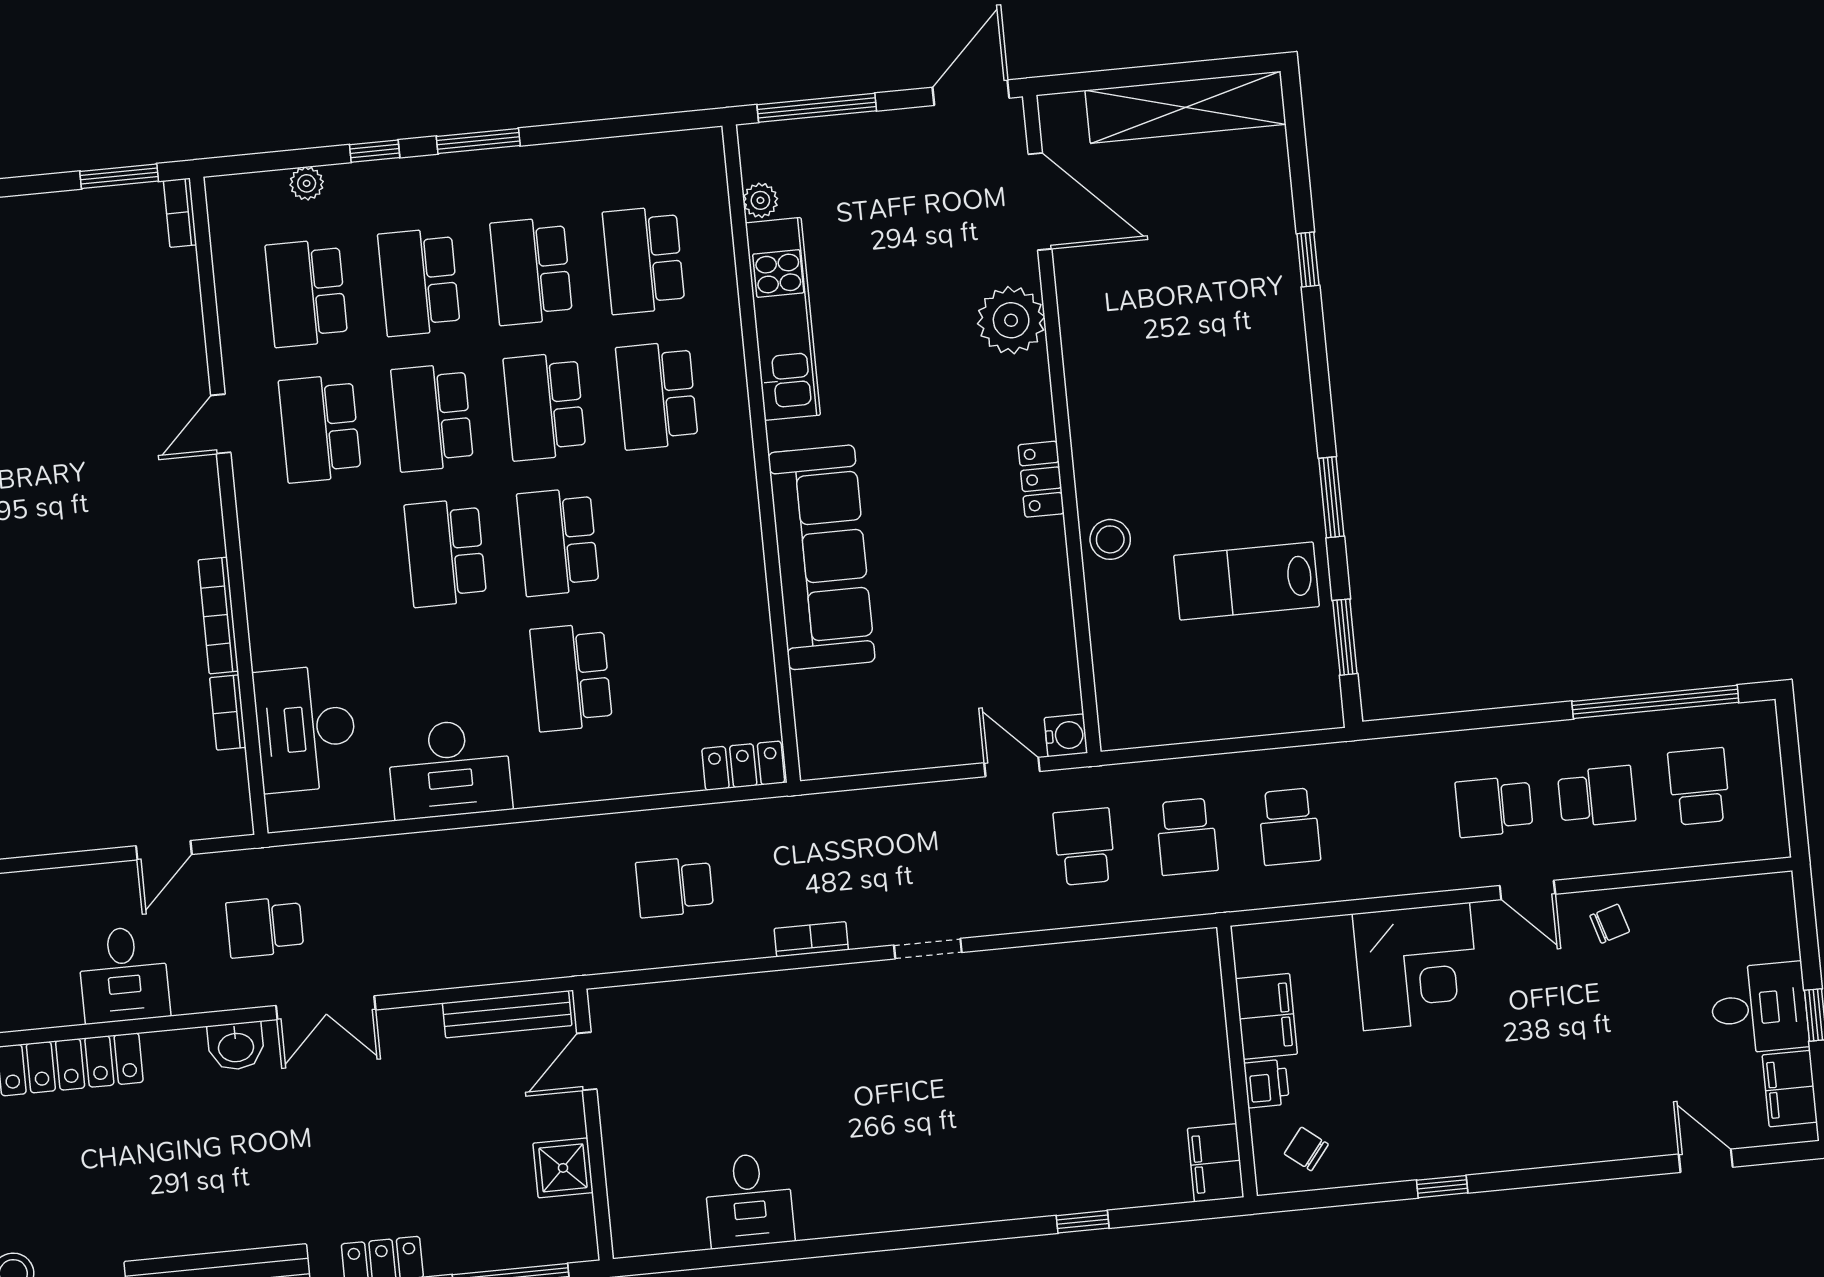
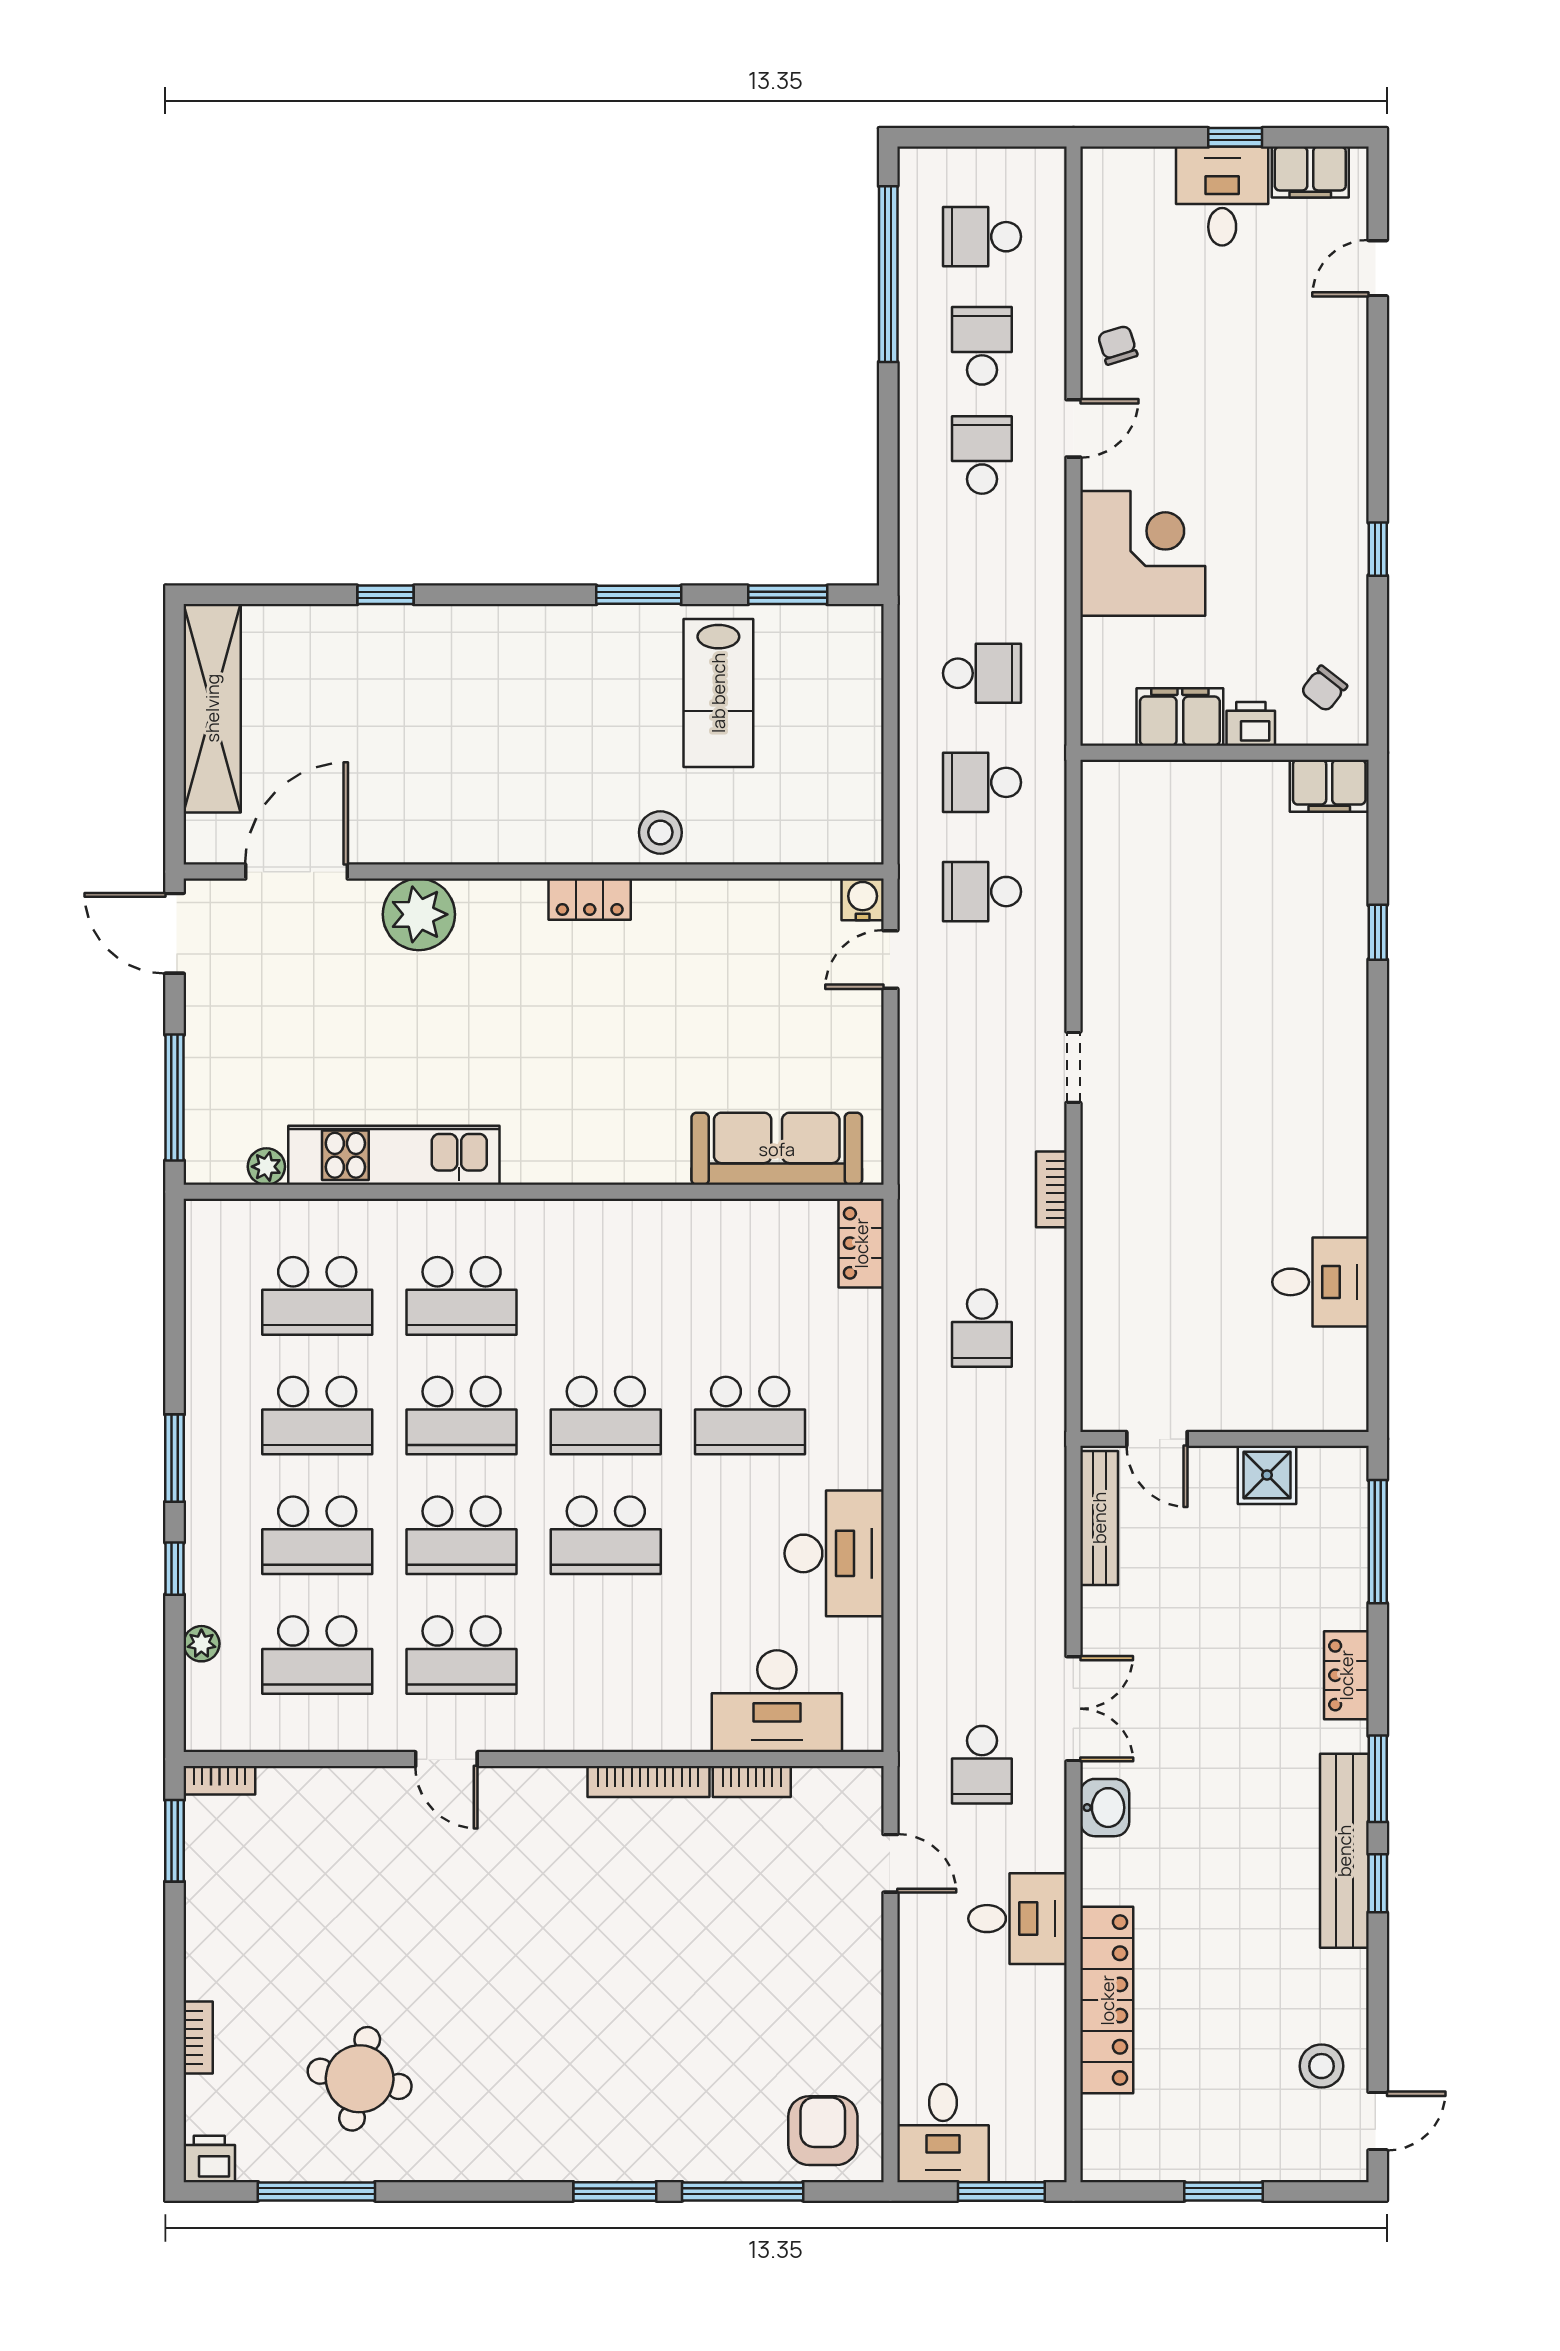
sofa: (822, 557) -> (777, 1149), moved, width x0.74, depth x0.79
school desk: (1494, 807) -> (982, 455), turned 180
school desk: (1187, 837) -> (982, 782), turned 180

